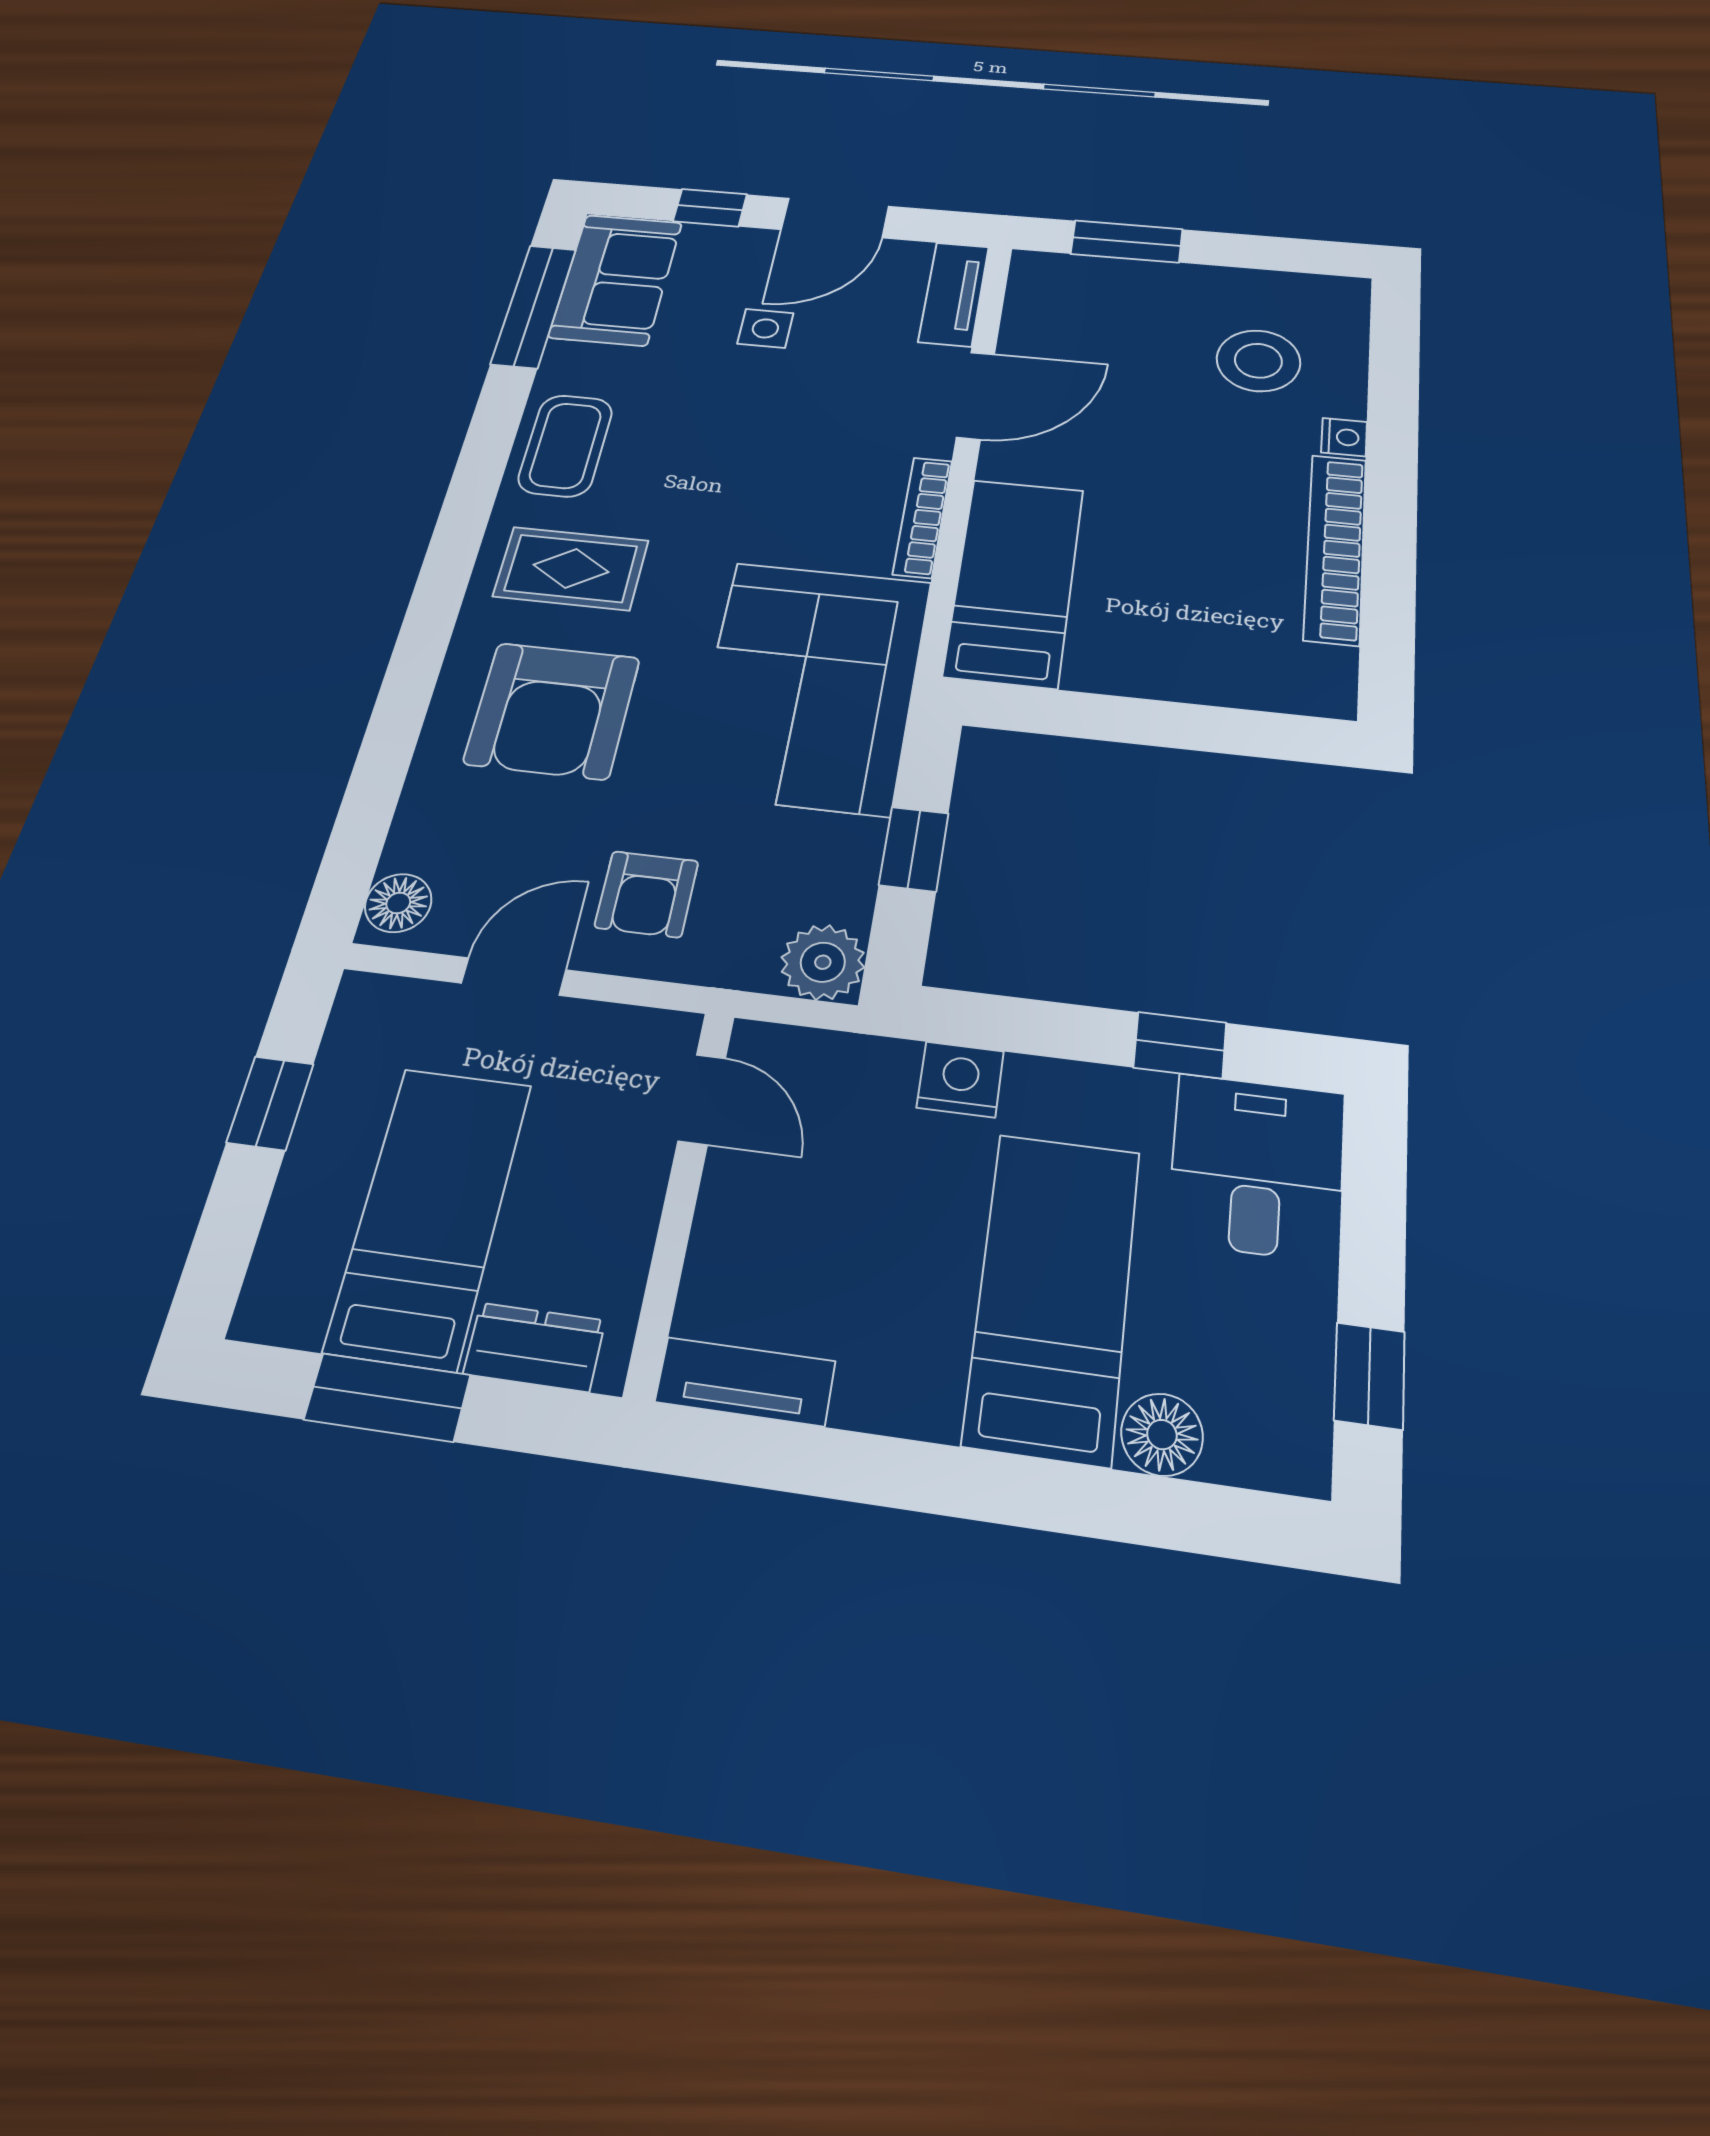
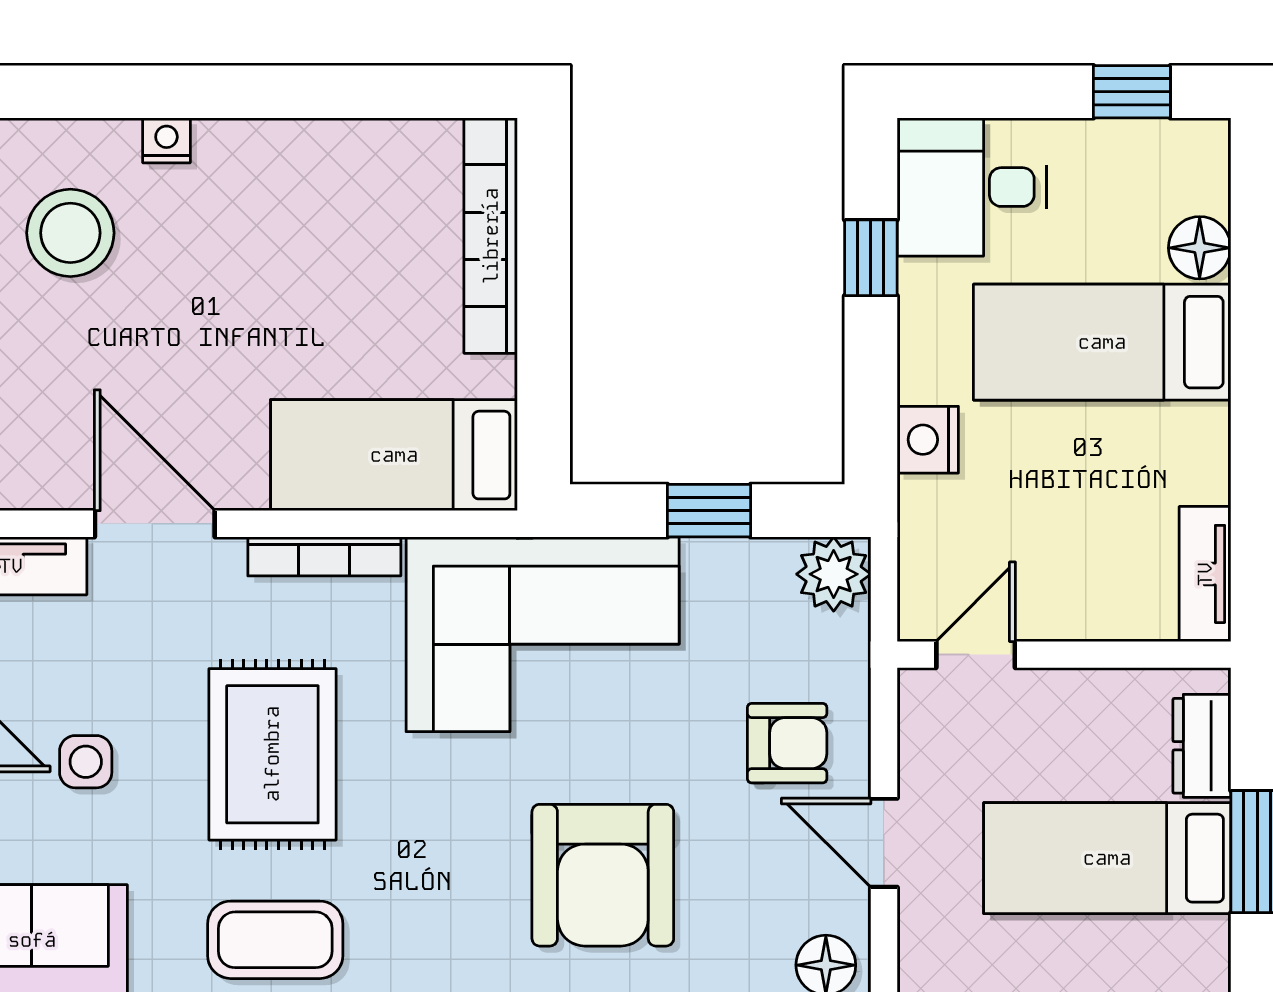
bookcase: (1335, 548) -> (491, 236), moved, turned 90
rug: (571, 568) -> (272, 754), moved, width x1.36, depth x1.43
armchair: (552, 710) -> (603, 875), turned 90

